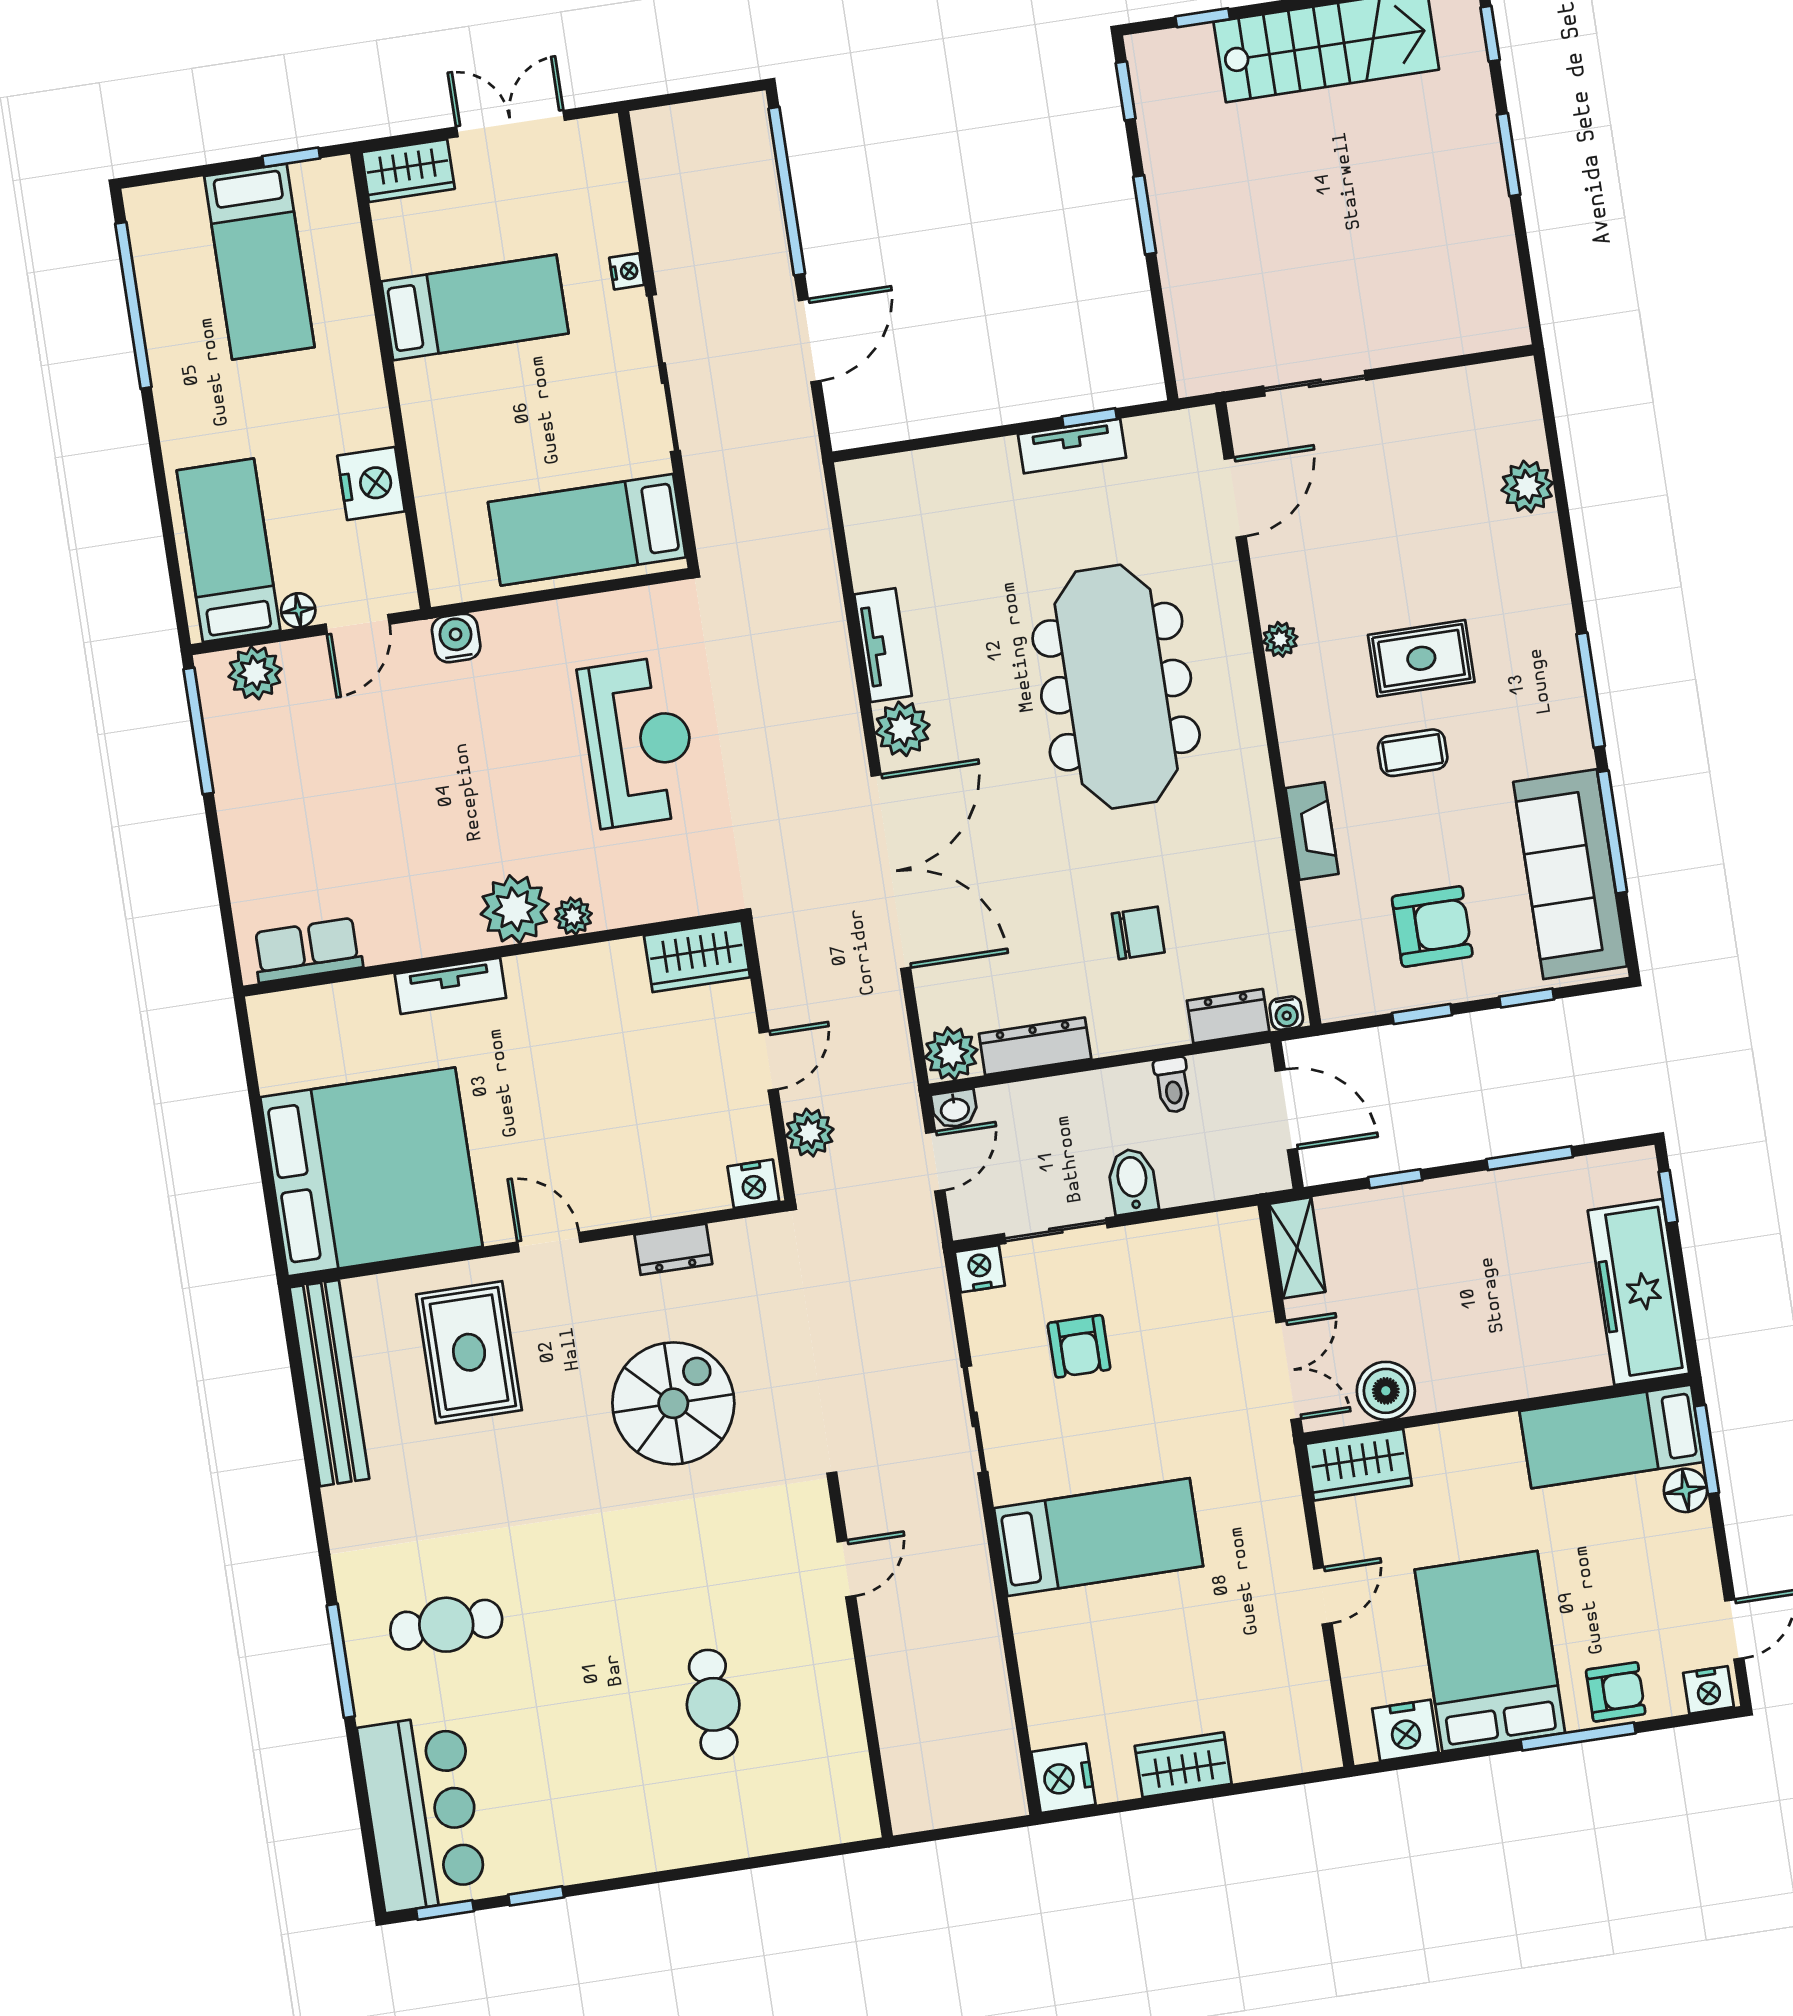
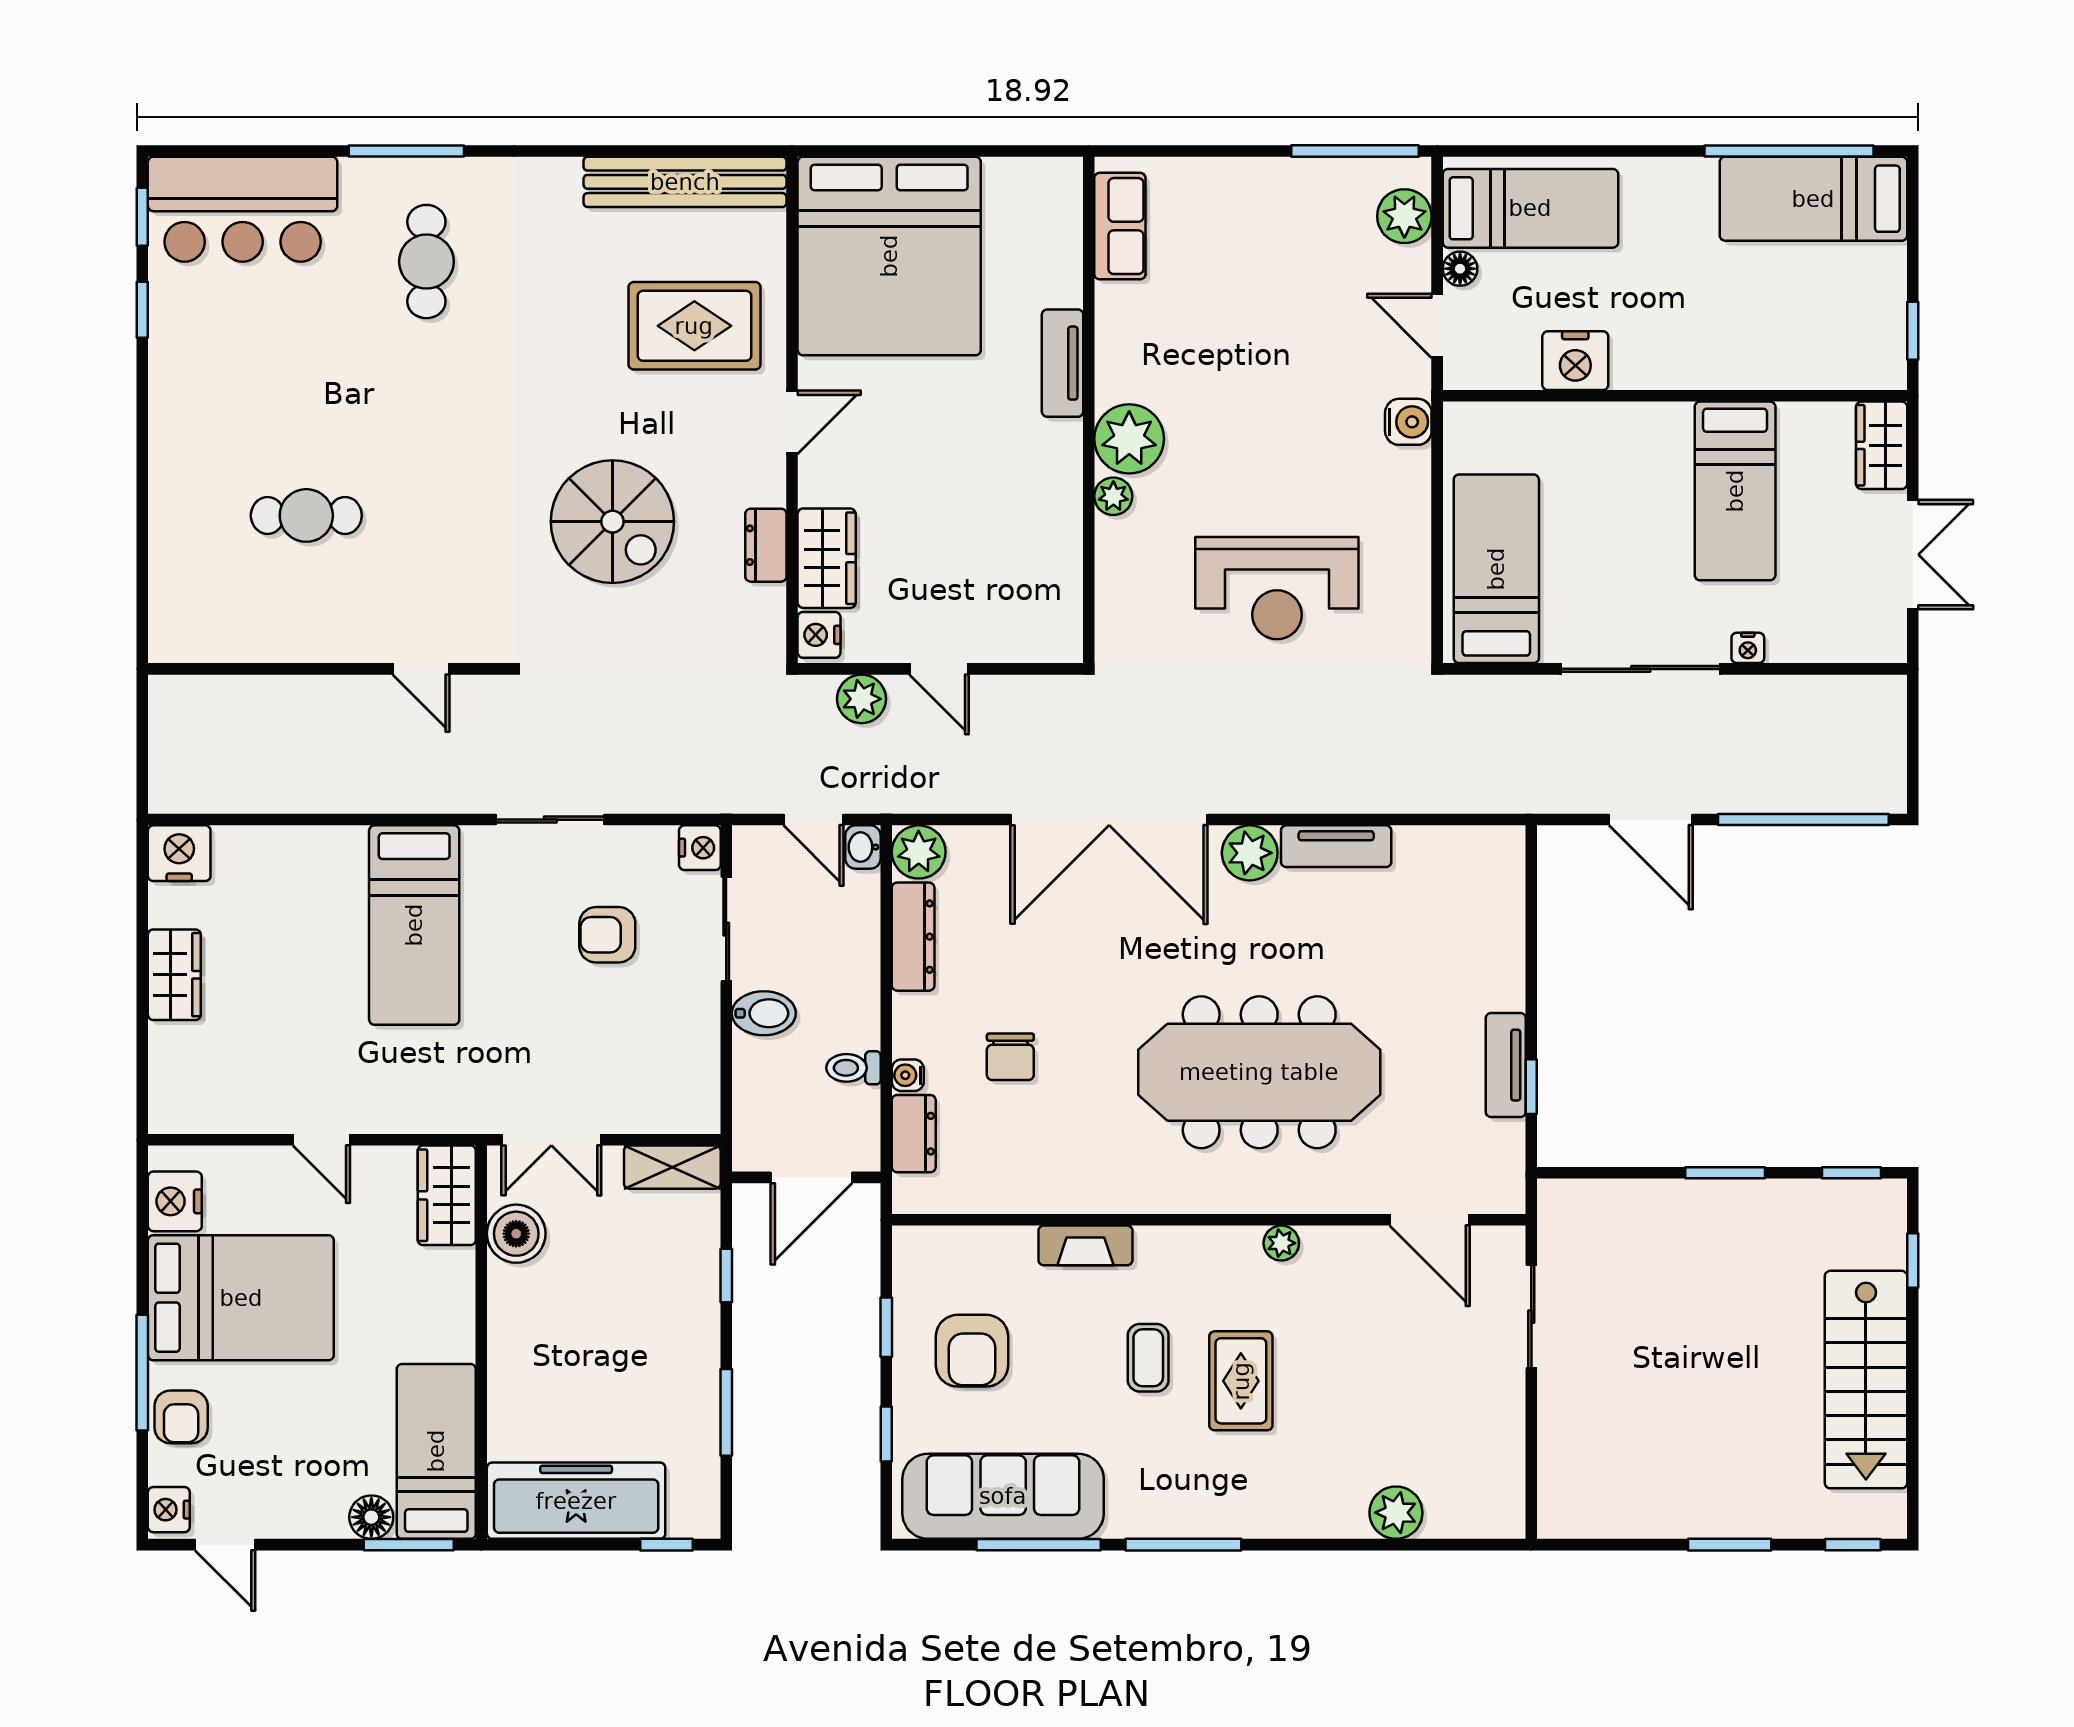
bed: (259, 262) -> (1813, 199), moved
wardrobe: (697, 956) -> (827, 558), moved, turned 180
water cooler: (1286, 1013) -> (908, 1075), moved

